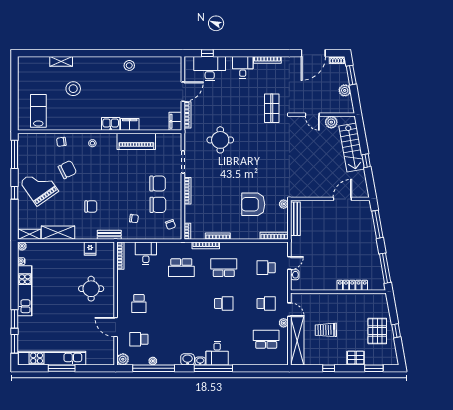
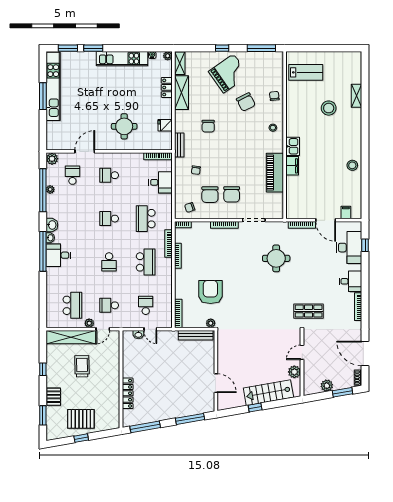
filing cabinet: (175, 121) -> (346, 212), moved, width x0.50
locker: (53, 247) -> (167, 87), added
school desk: (181, 303) -> (109, 219), added
school desk: (266, 303) -> (109, 305), turned 90

